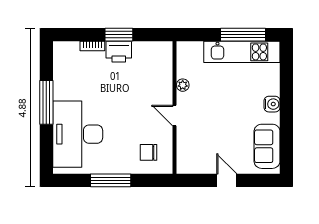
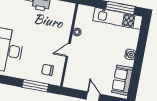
door: (175, 116) -> (68, 50), hinge flipped
window: (111, 180) -> (35, 86), moved

